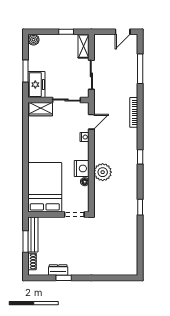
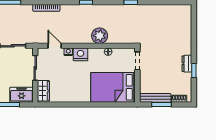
nightstand: (82, 168) -> (80, 54), moved
dresser: (58, 270) -> (187, 64), moved

